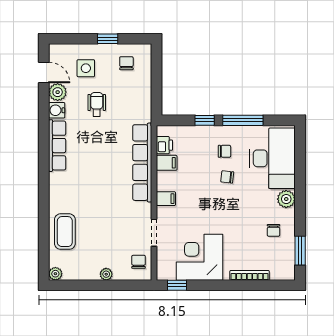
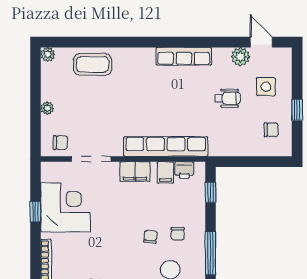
door: (44, 73) -> (261, 42), swing flipped
water cooler: (57, 110) -> (221, 56), removed
window: (205, 120) -> (211, 192), moved
filing cabinet: (166, 199) -> (135, 172), width x2.00
doorway: (154, 233) -> (91, 159), width x1.38
window: (177, 285) -> (36, 212), moved

